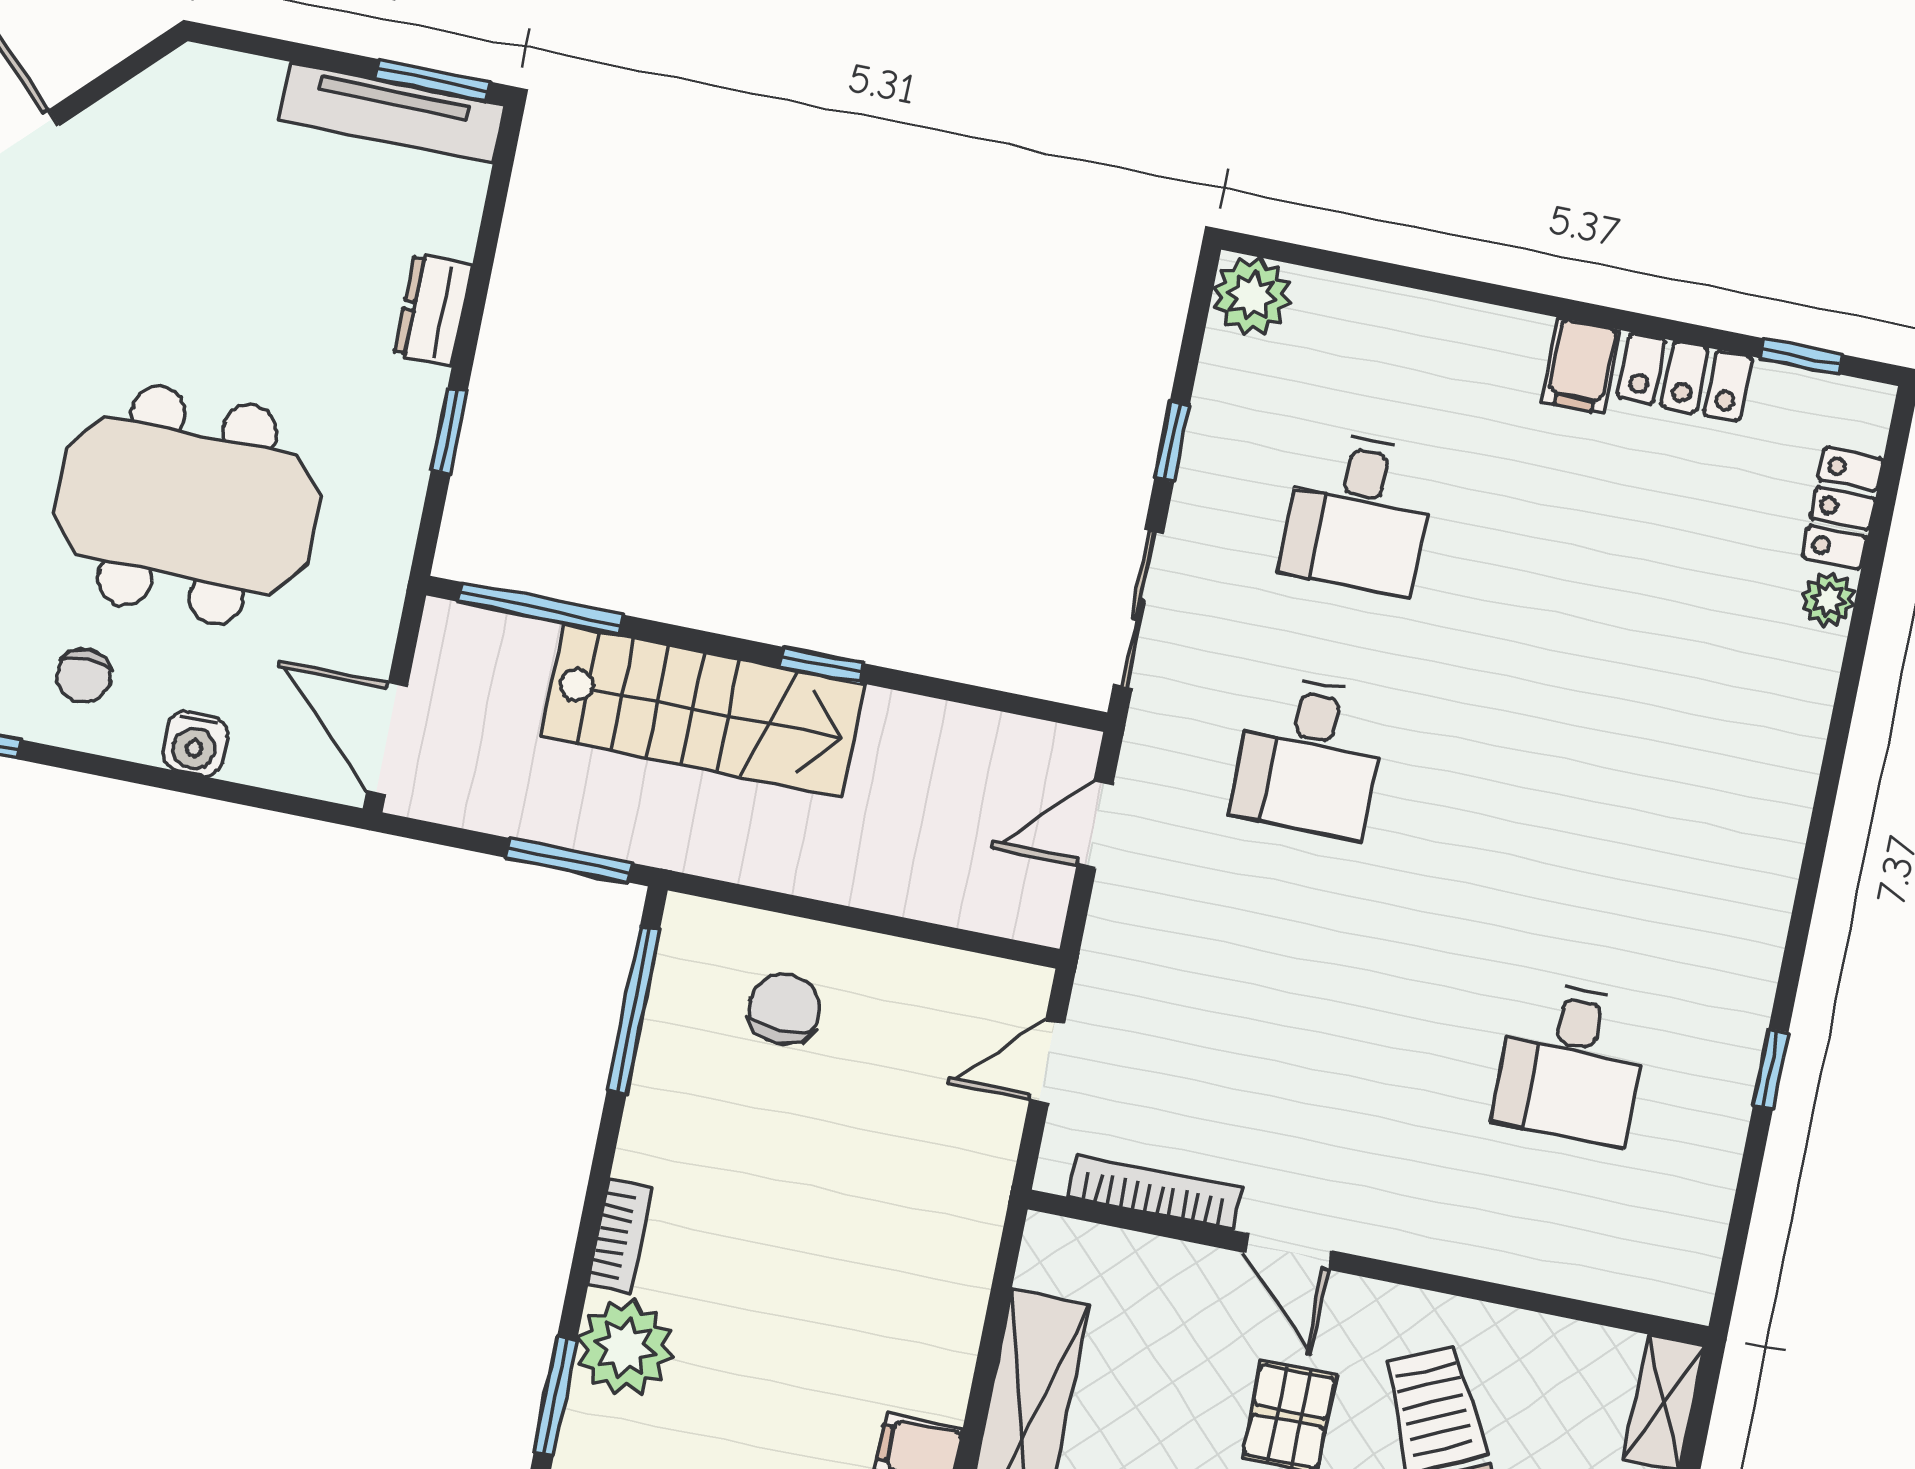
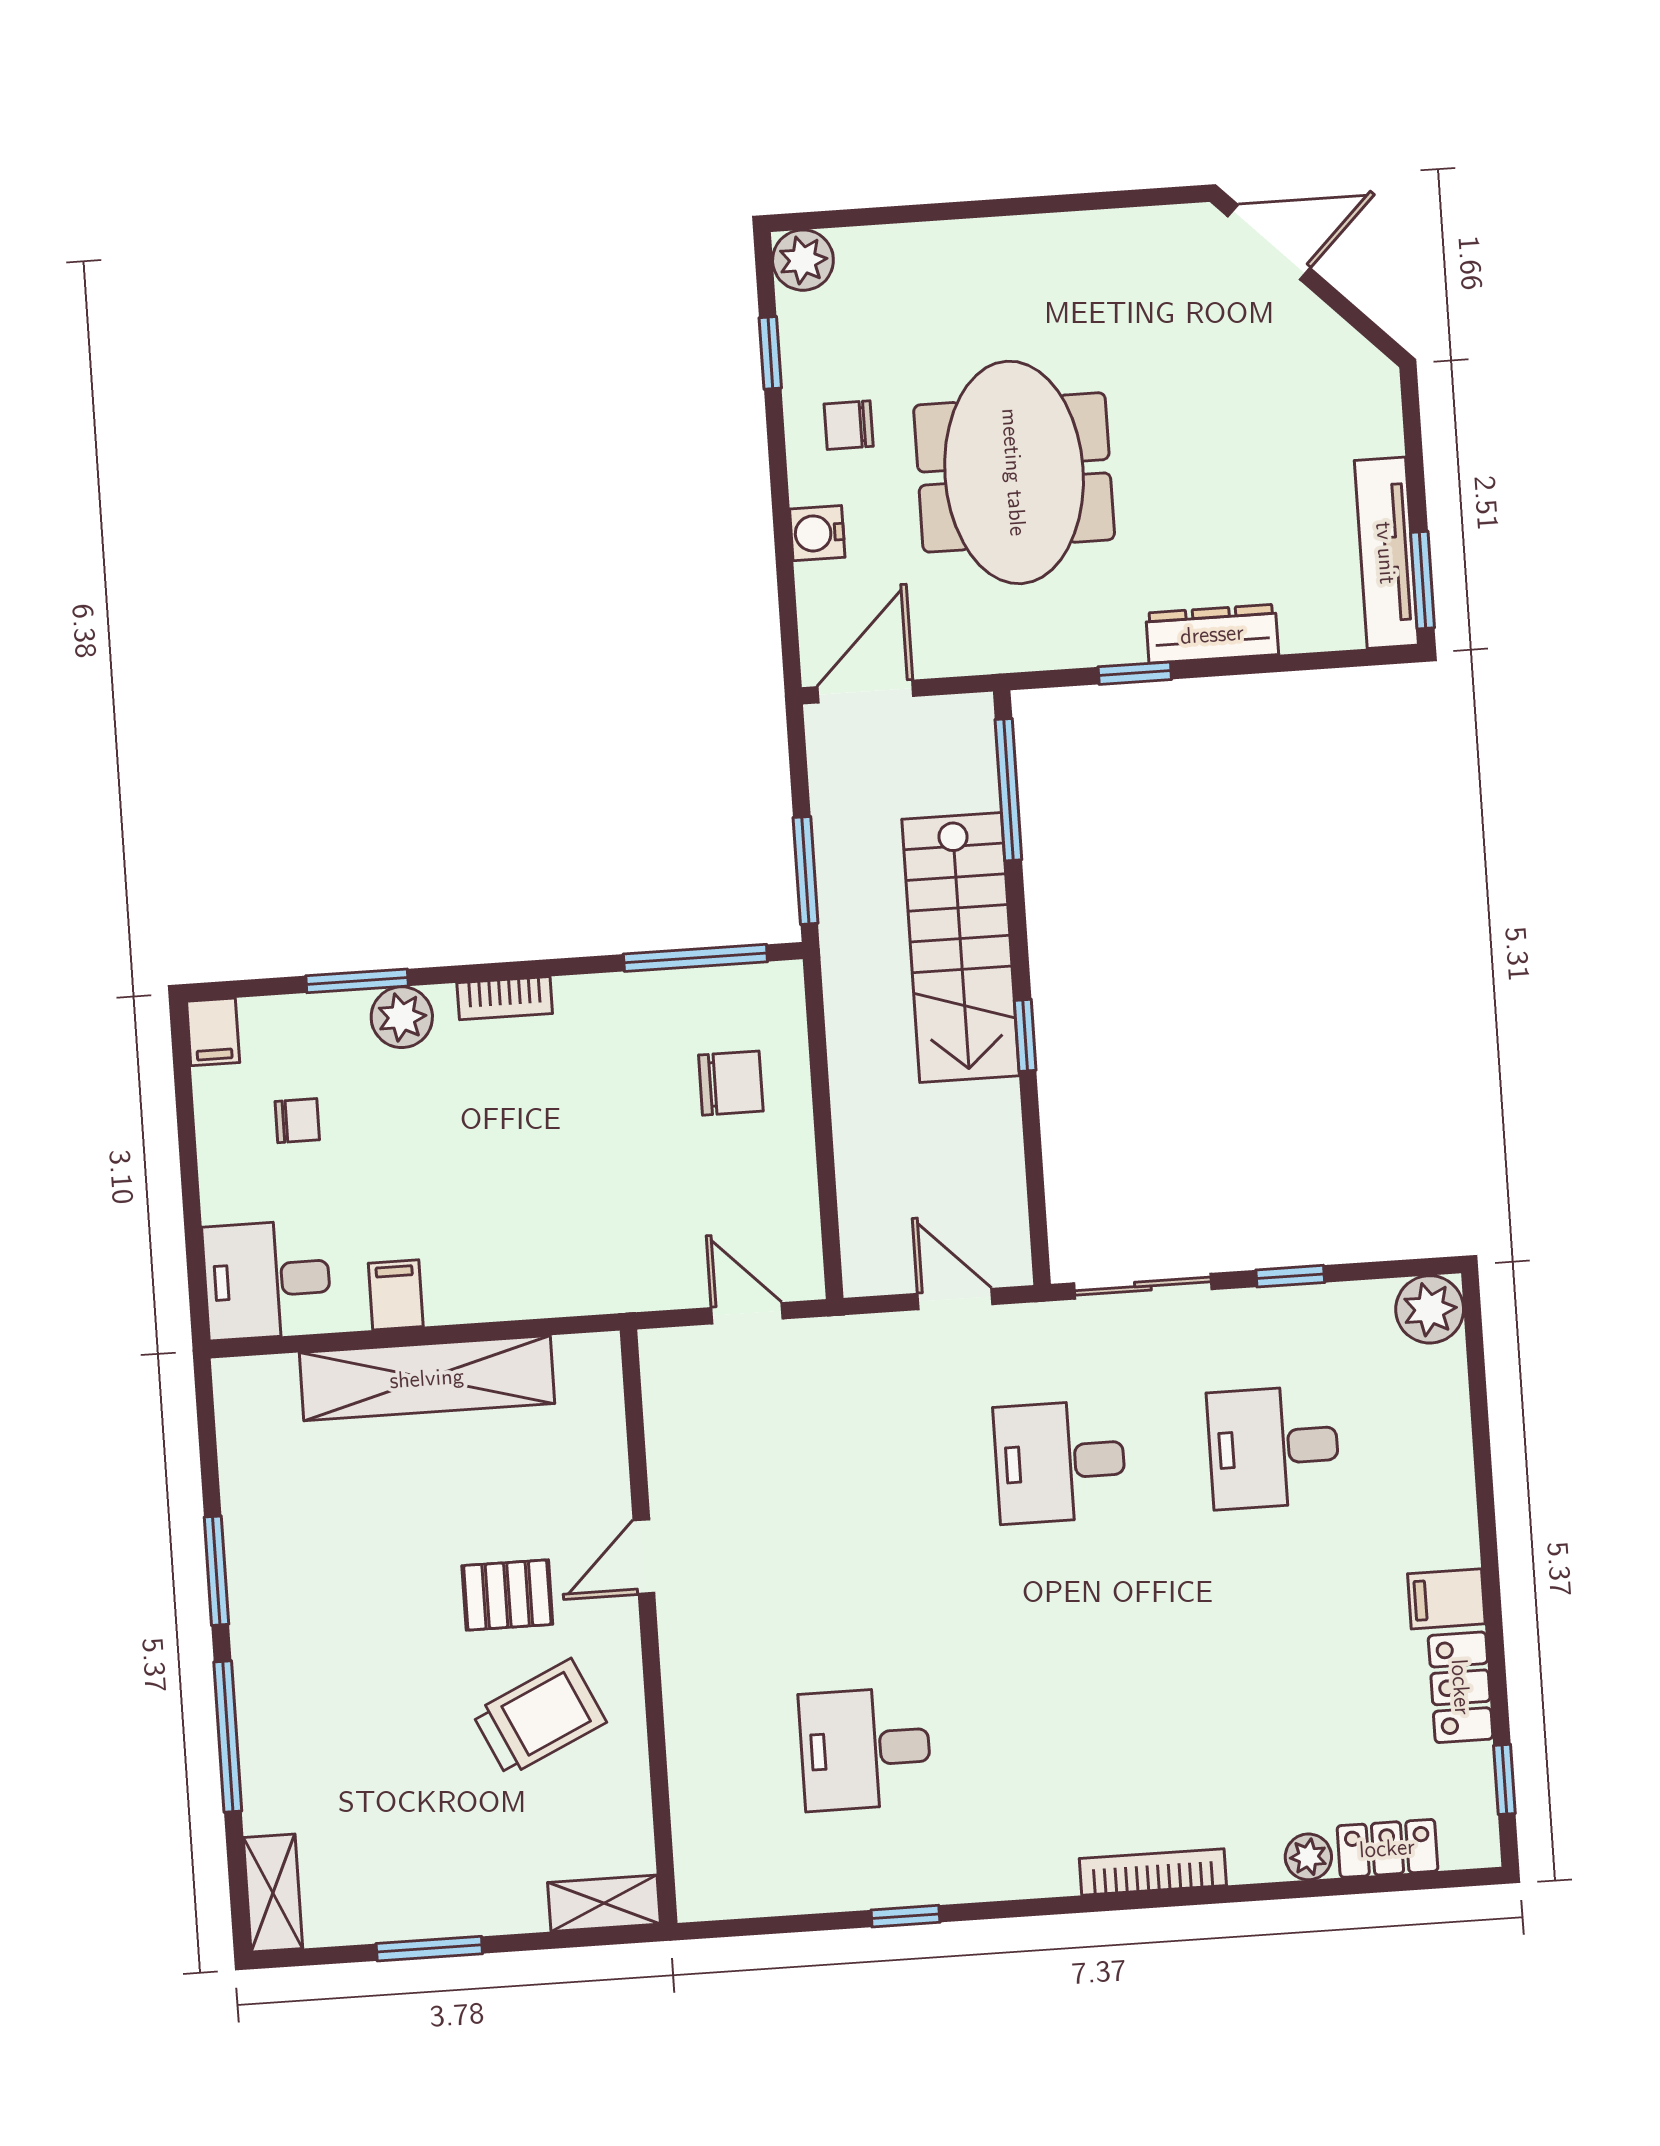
dresser: (433, 310) -> (1212, 634), width x1.44
bookcase: (1155, 1192) -> (1153, 1872), moved, turned -90
plant: (625, 1347) -> (402, 1017), width x0.73, depth x0.73

